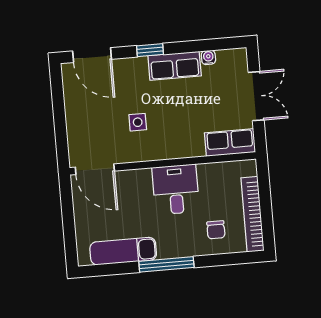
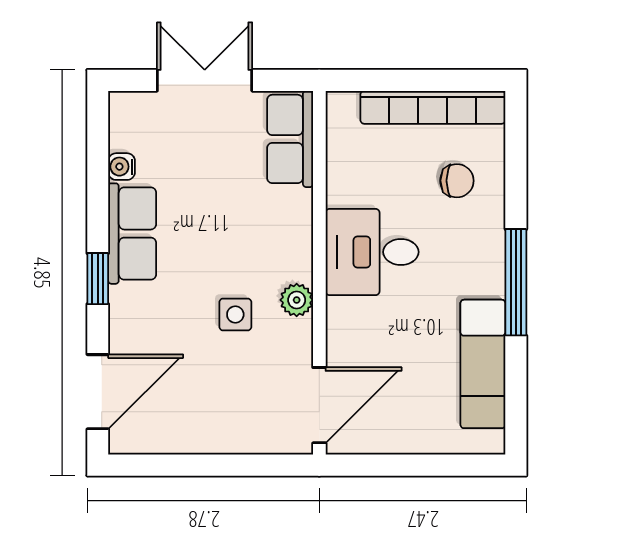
plant: (148, 153) -> (297, 300), added

